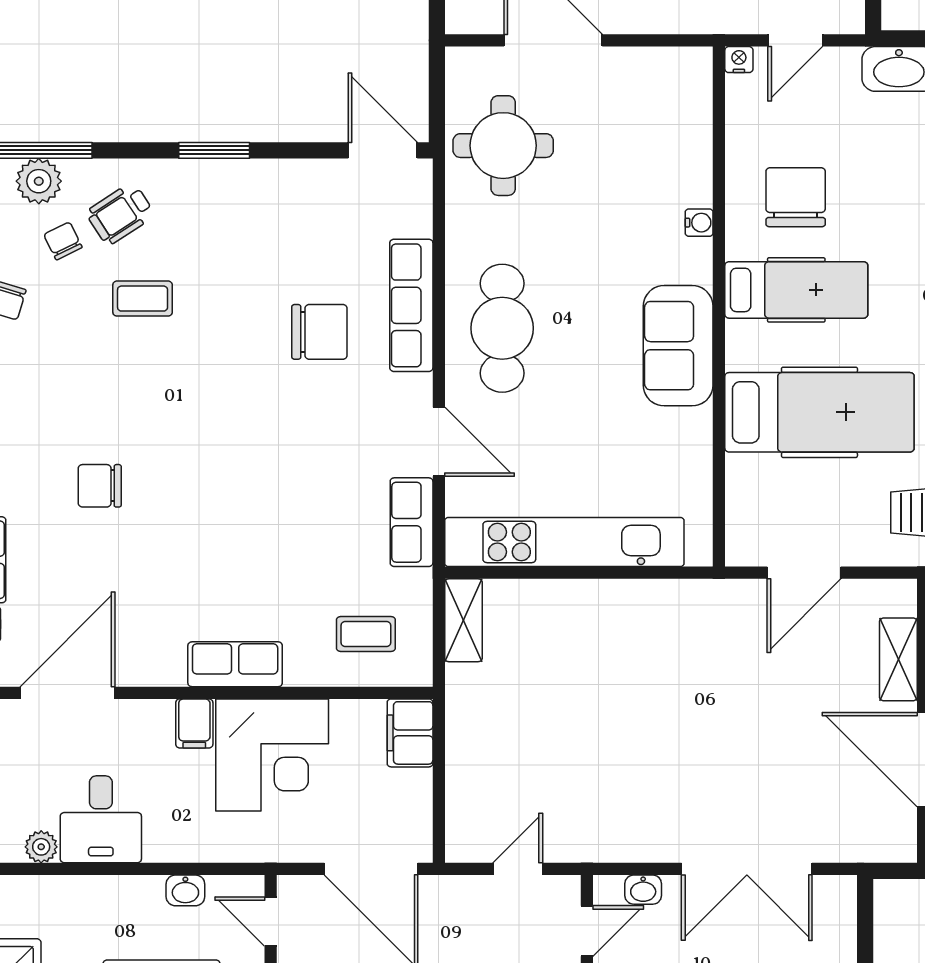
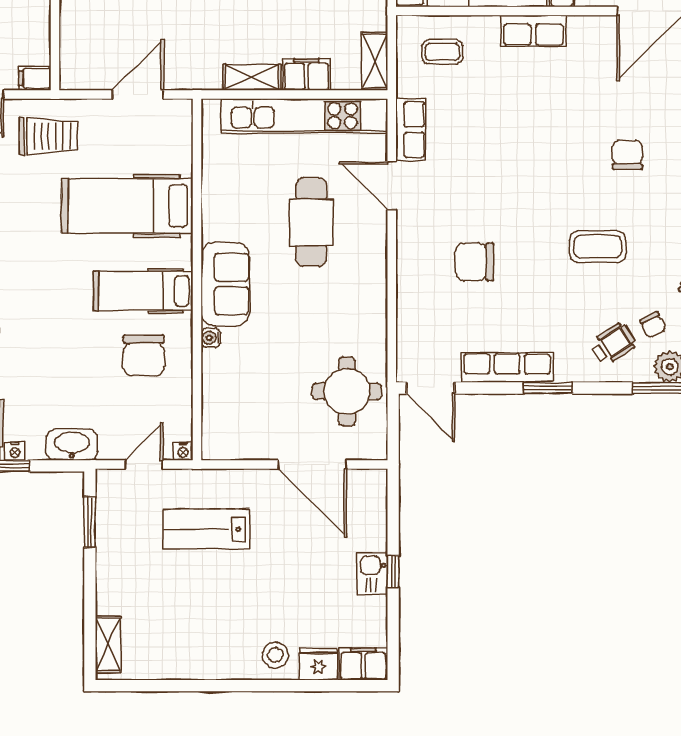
coffee table: (143, 299) -> (598, 247), moved, width x1.36, depth x1.30
row of seats: (411, 305) -> (507, 367), moved, turned -90
cafe table: (502, 328) -> (311, 222), moved
sofa: (678, 346) -> (225, 284), moved
chair: (100, 486) -> (627, 155), turned -90
filing cabinet: (561, 601) -> (307, 74), added
shelving: (898, 659) -> (252, 77), moved, turned 90

